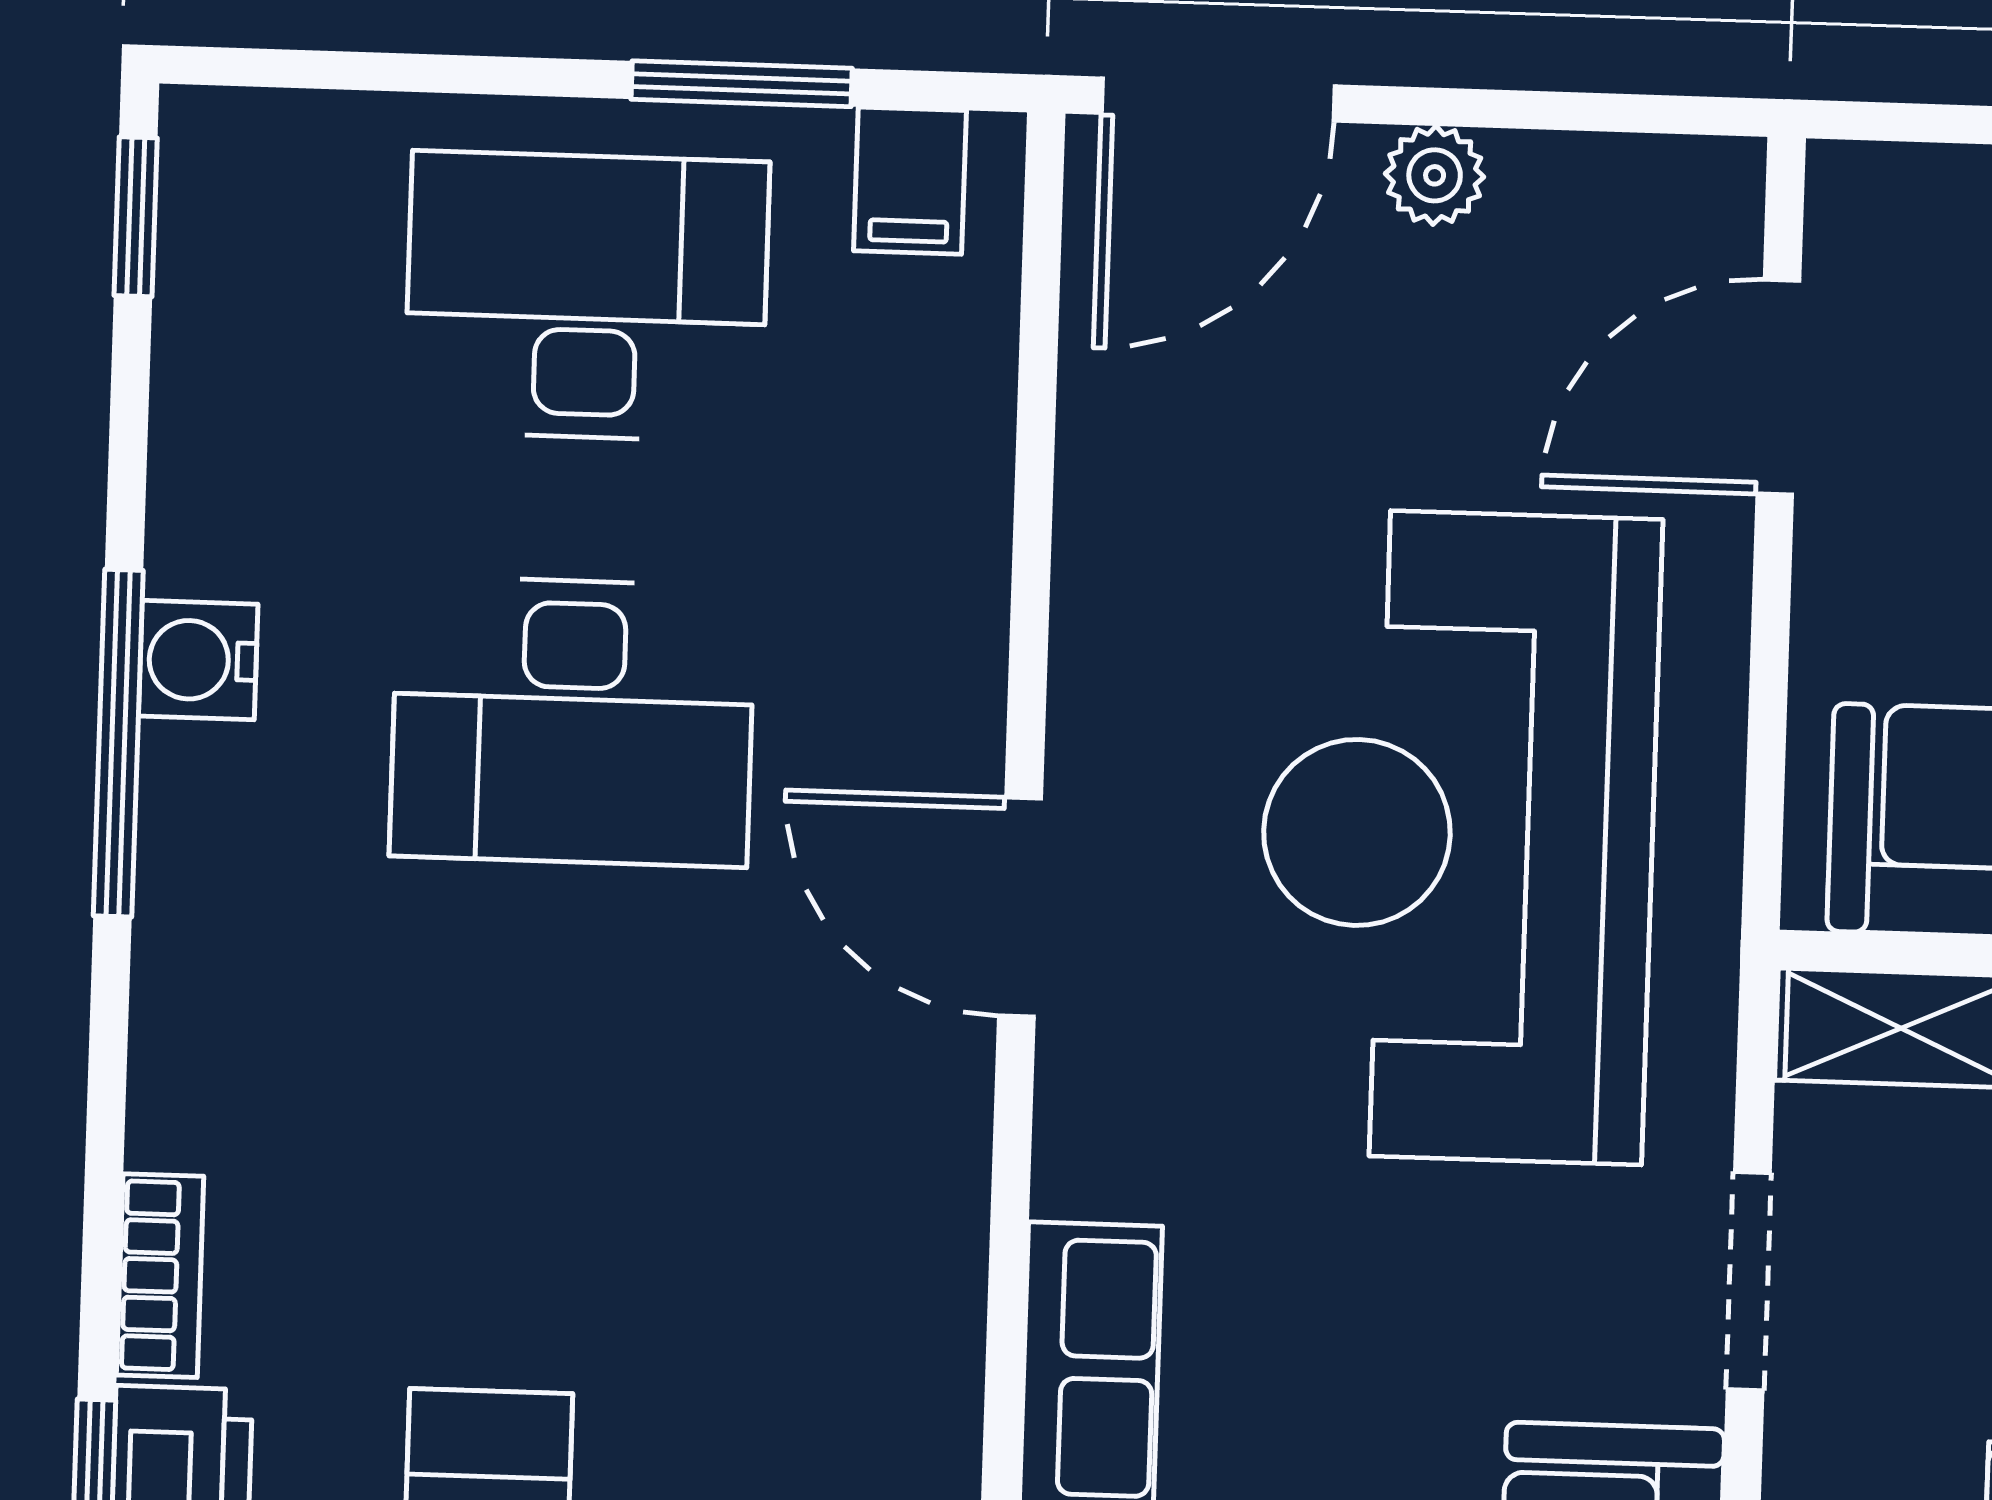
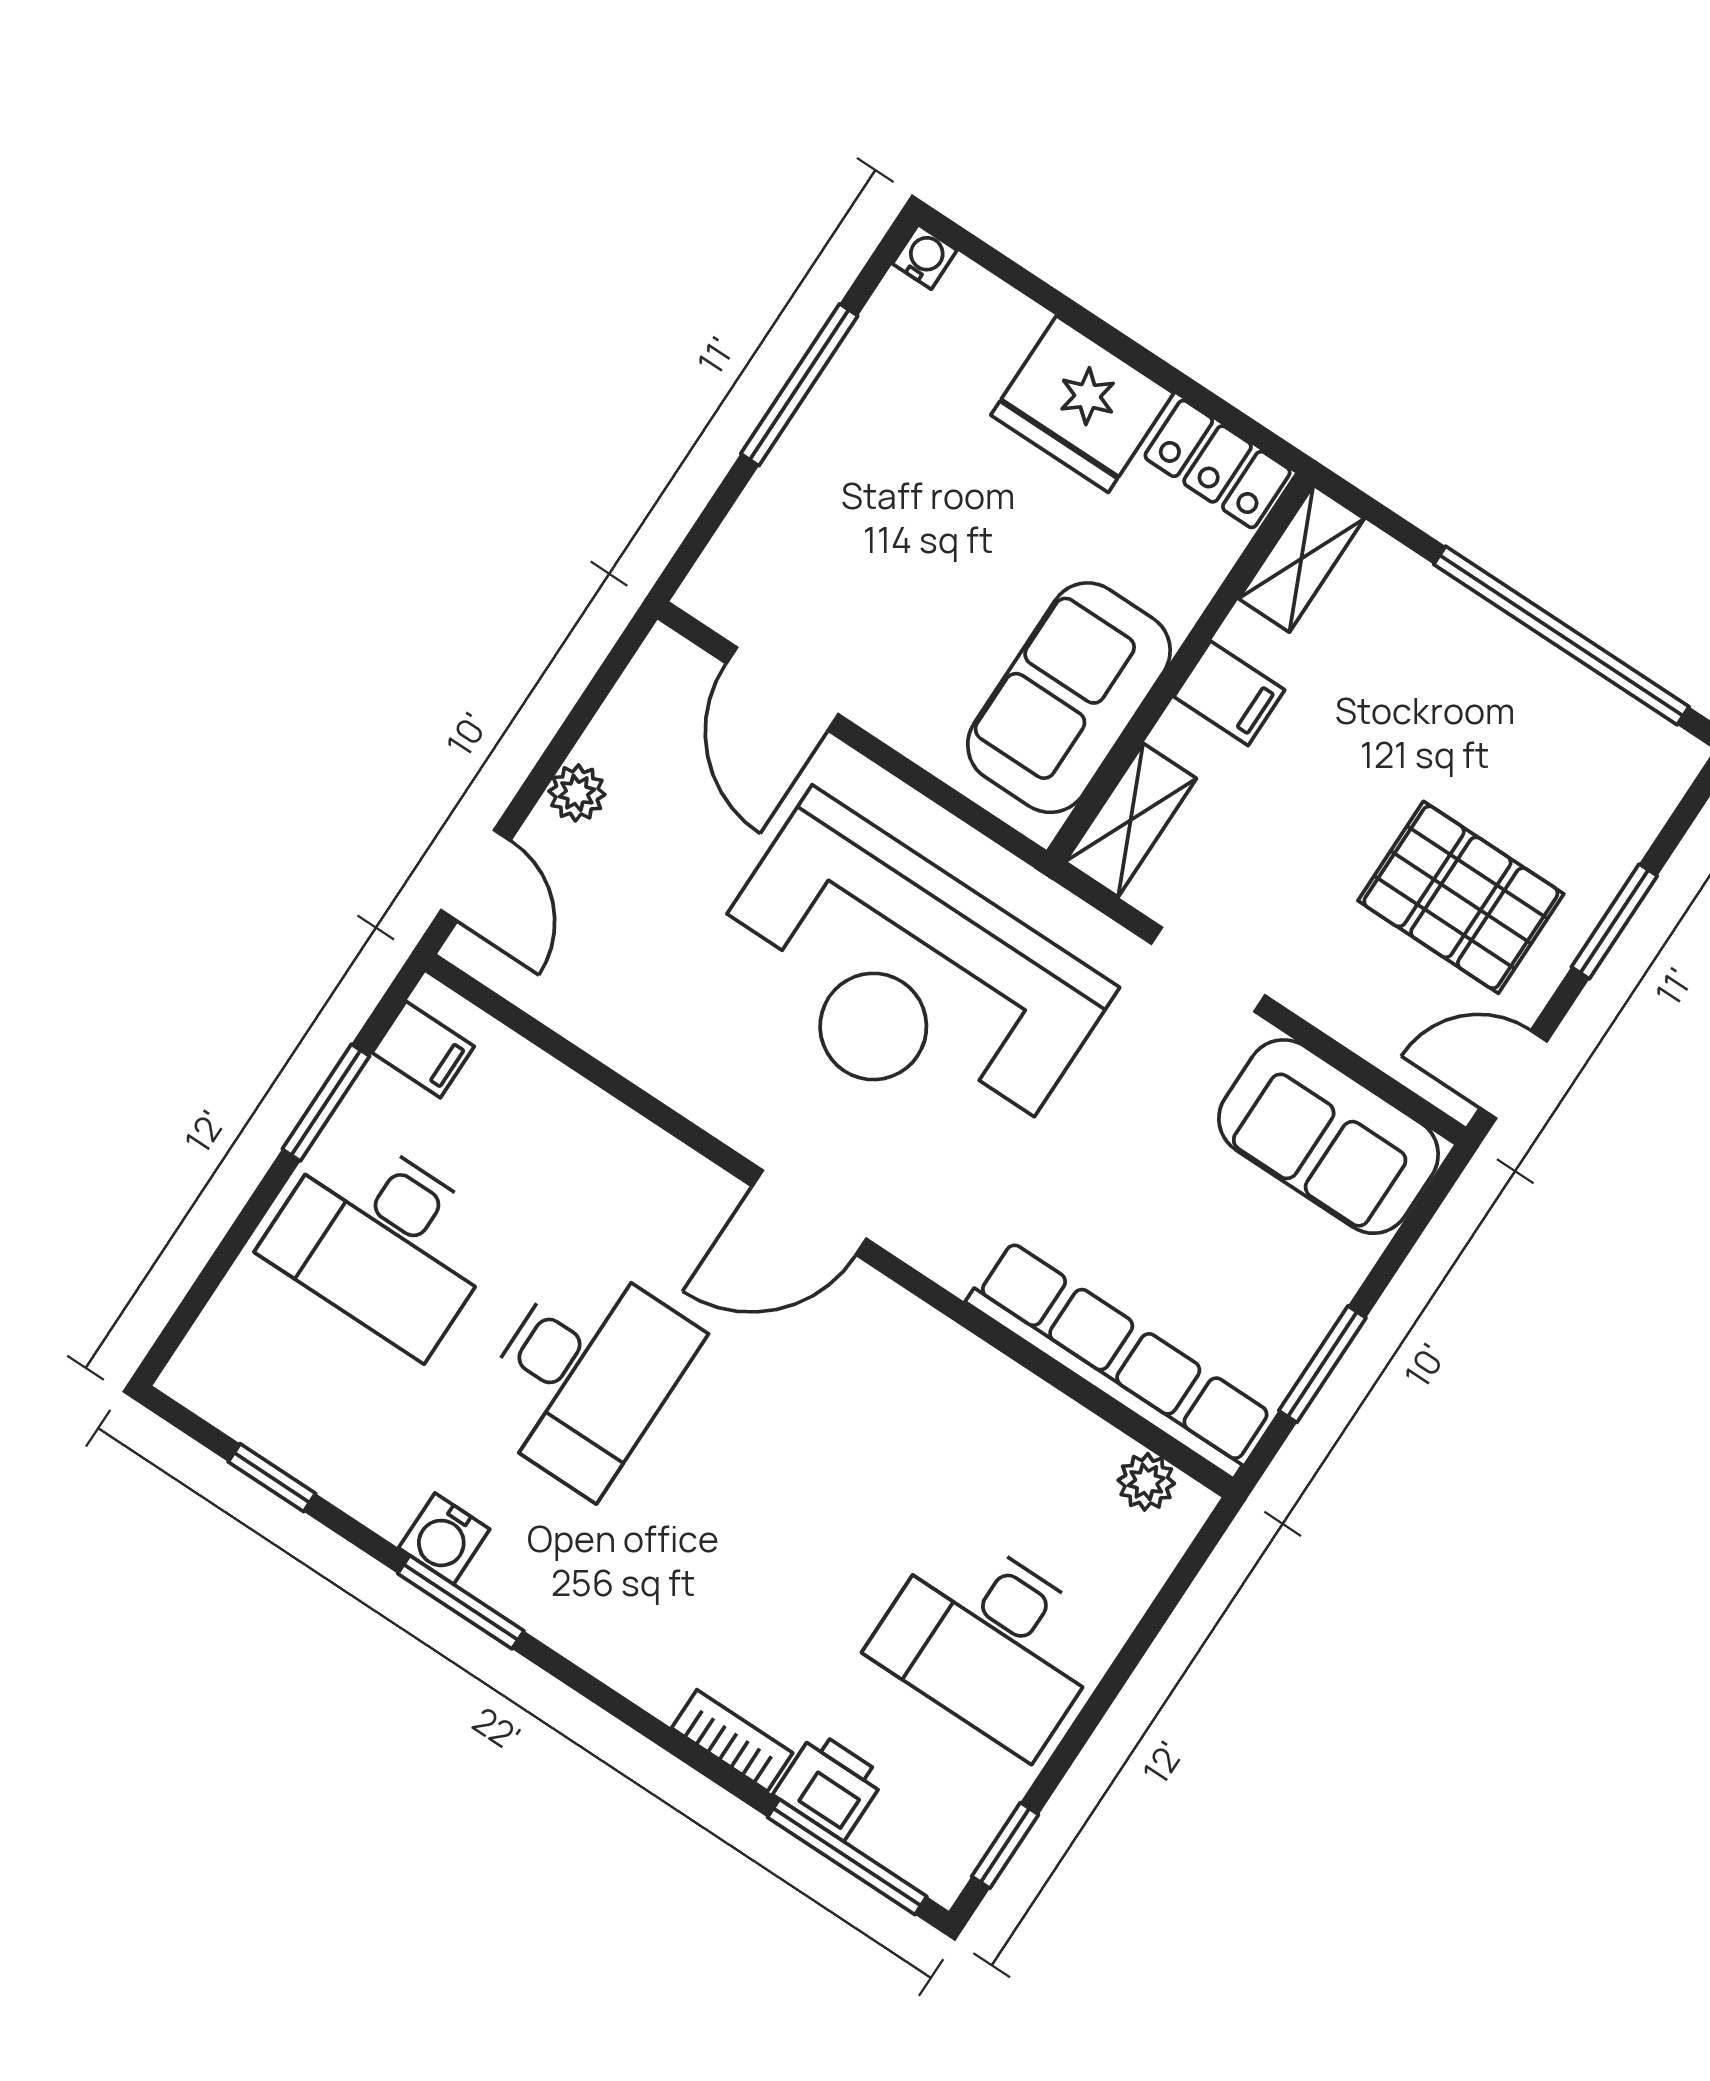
door: (1218, 100) -> (476, 876), width x0.73
window: (136, 217) -> (272, 1478), moved
desk: (587, 296) -> (383, 1241), turned -90
window: (118, 743) -> (461, 1602), width x0.69

